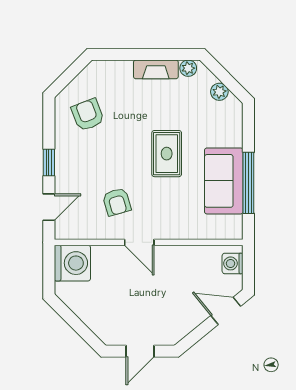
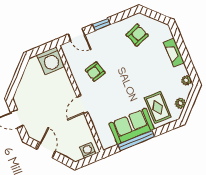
fireplace: (156, 69) -> (174, 52), moved
rug: (167, 154) -> (158, 107), moved, turned 90
door: (139, 242) -> (82, 105), moved
door: (226, 311) -> (46, 150), moved

